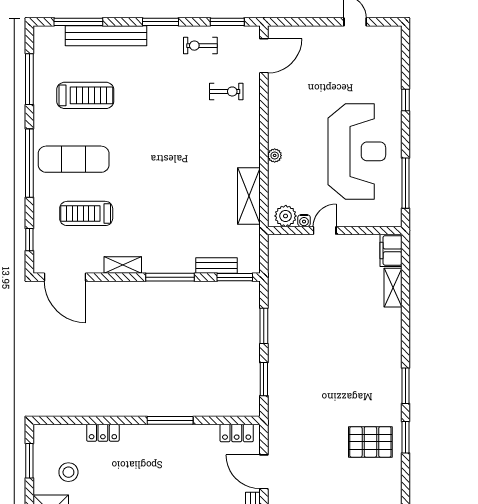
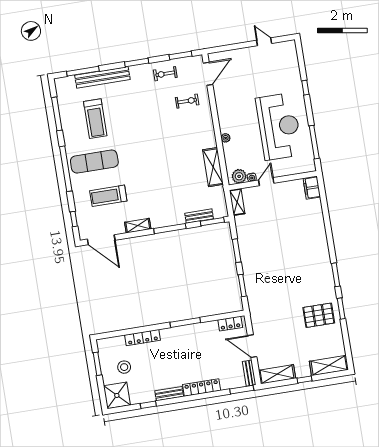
treadmill: (85, 95) -> (95, 119), turned 90
shelving: (393, 288) -> (237, 202), moved
locker: (103, 433) -> (143, 338), width x1.53

